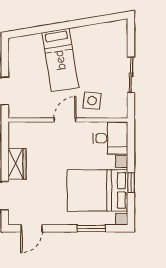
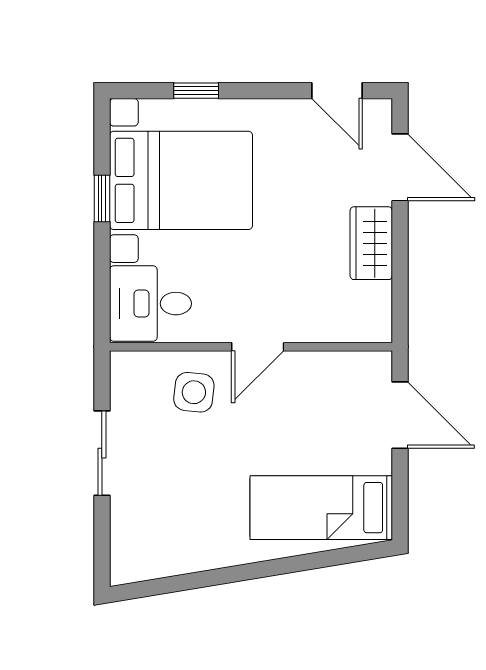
bed: (60, 60) -> (321, 508), moved, turned -81
door: (31, 228) -> (337, 91), swing flipped
window: (91, 228) -> (196, 91), width x0.67

